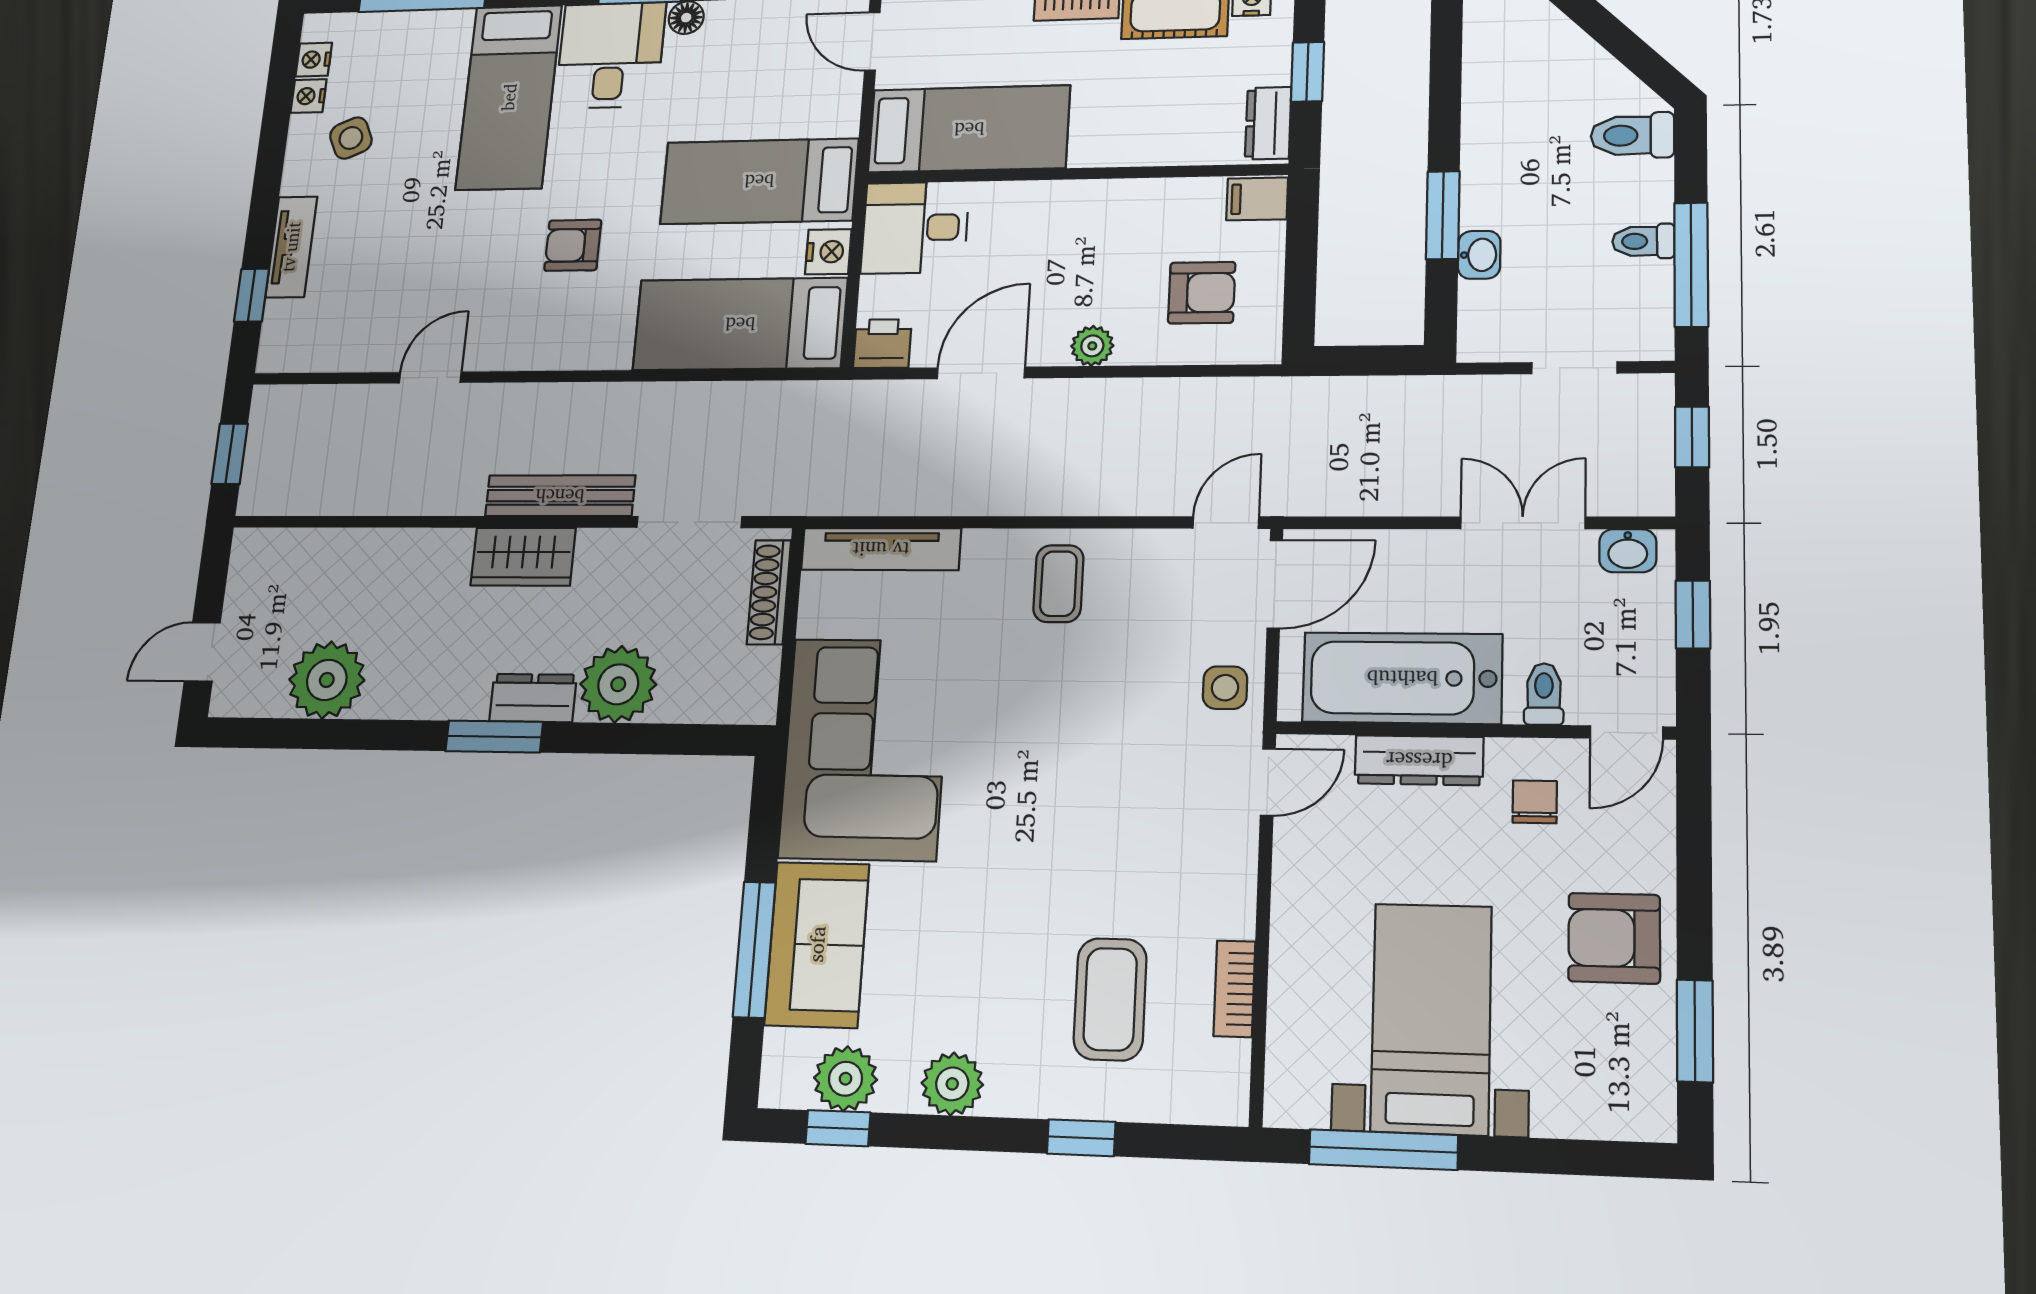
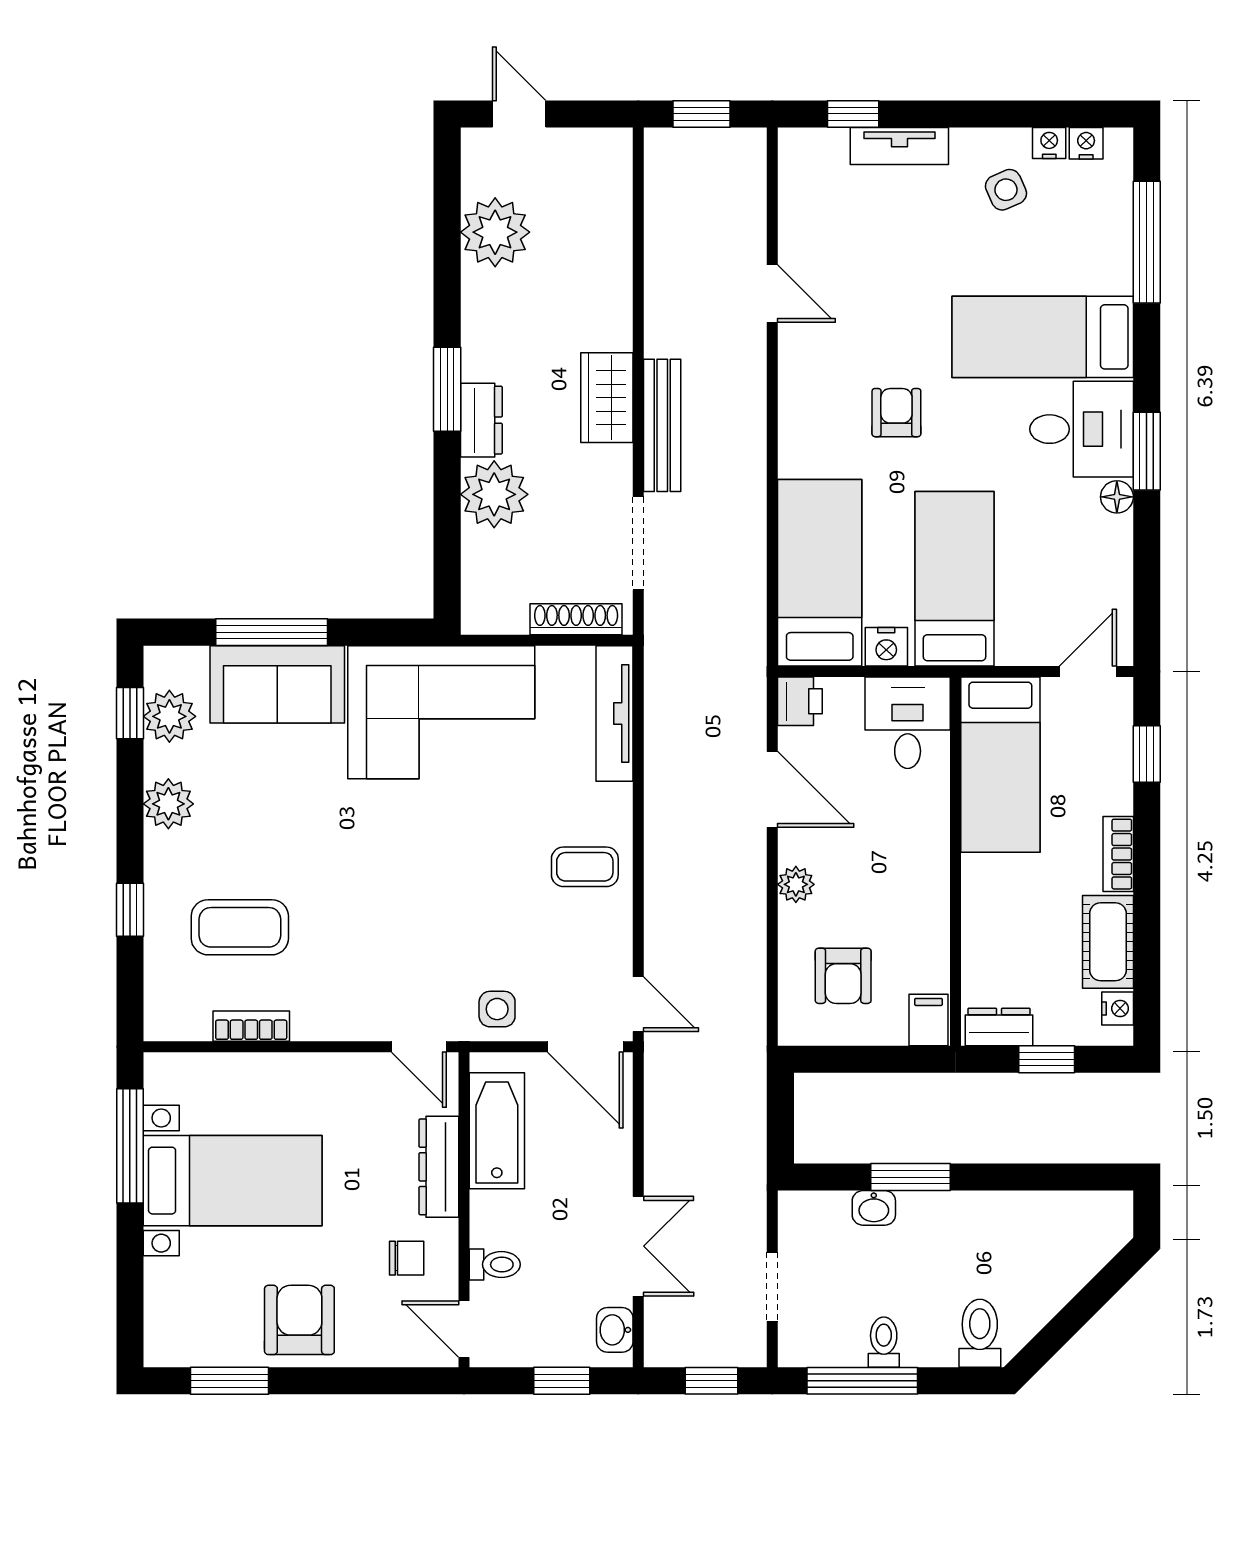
bathtub: (1402, 678) -> (497, 1131), width x0.73, depth x0.73

